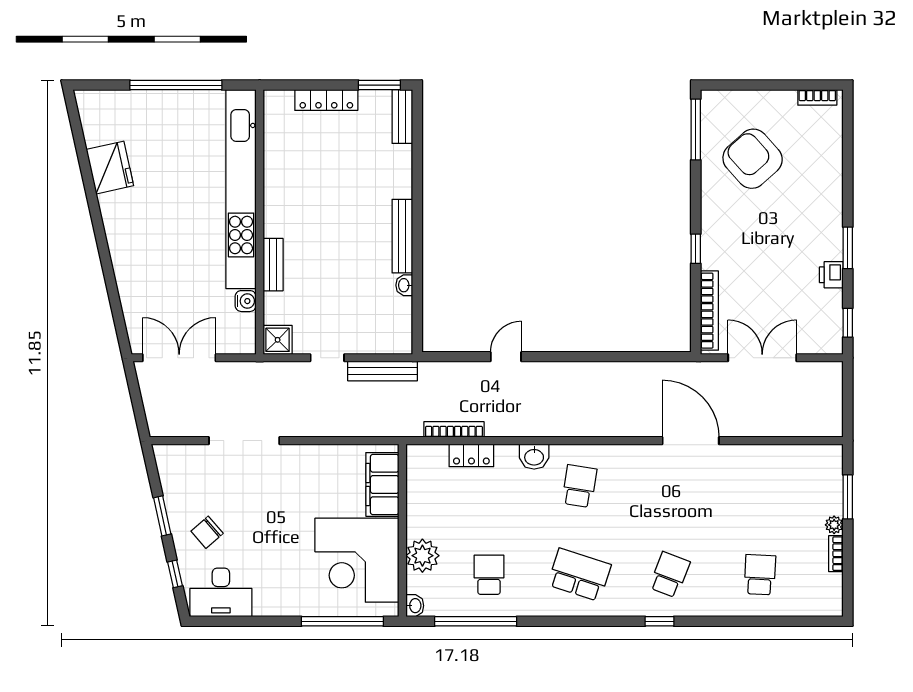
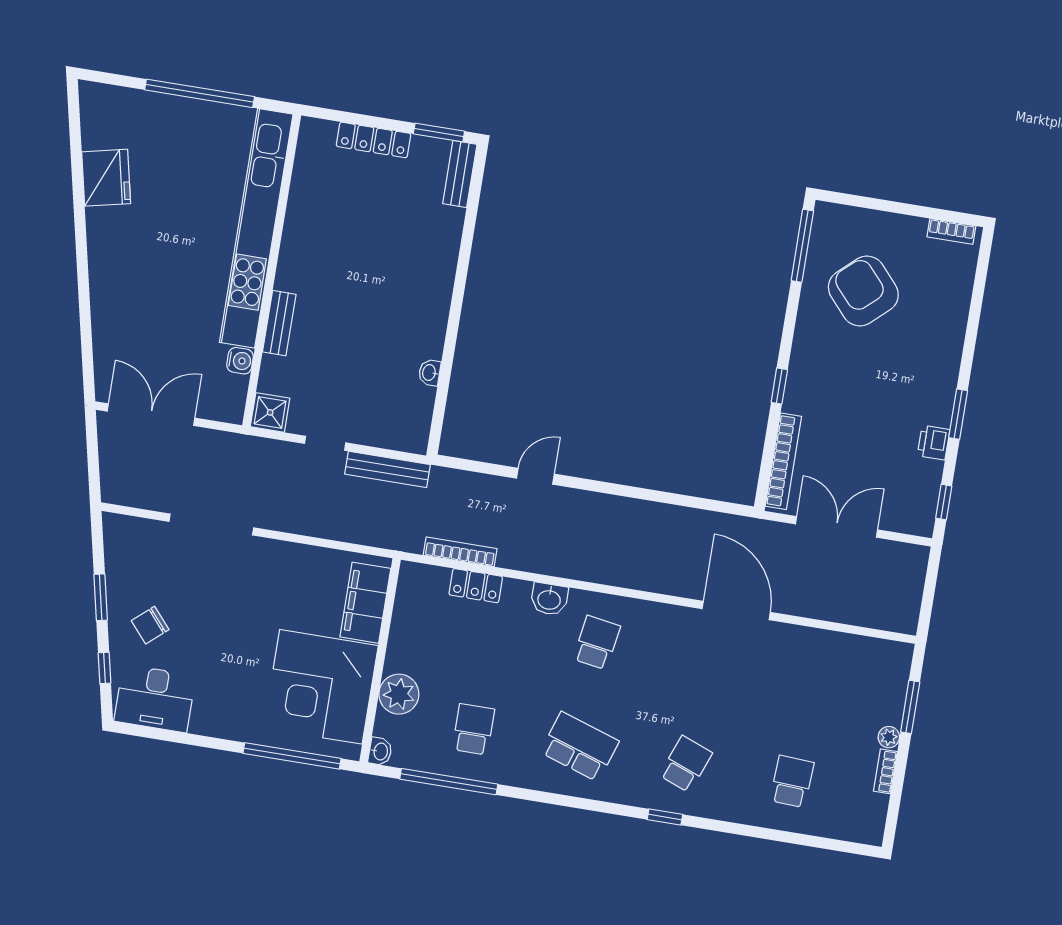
bench: (402, 236) -> (437, 315), removed

